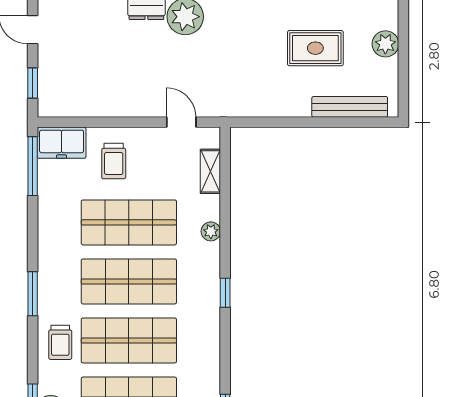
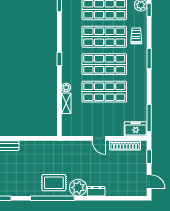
rug: (315, 48) -> (54, 183), moved
shoe rack: (84, 107) -> (125, 145), added
door: (181, 122) -> (99, 138), moved
trolley: (114, 161) -> (111, 120), removed
shelving: (210, 171) -> (66, 103), moved

